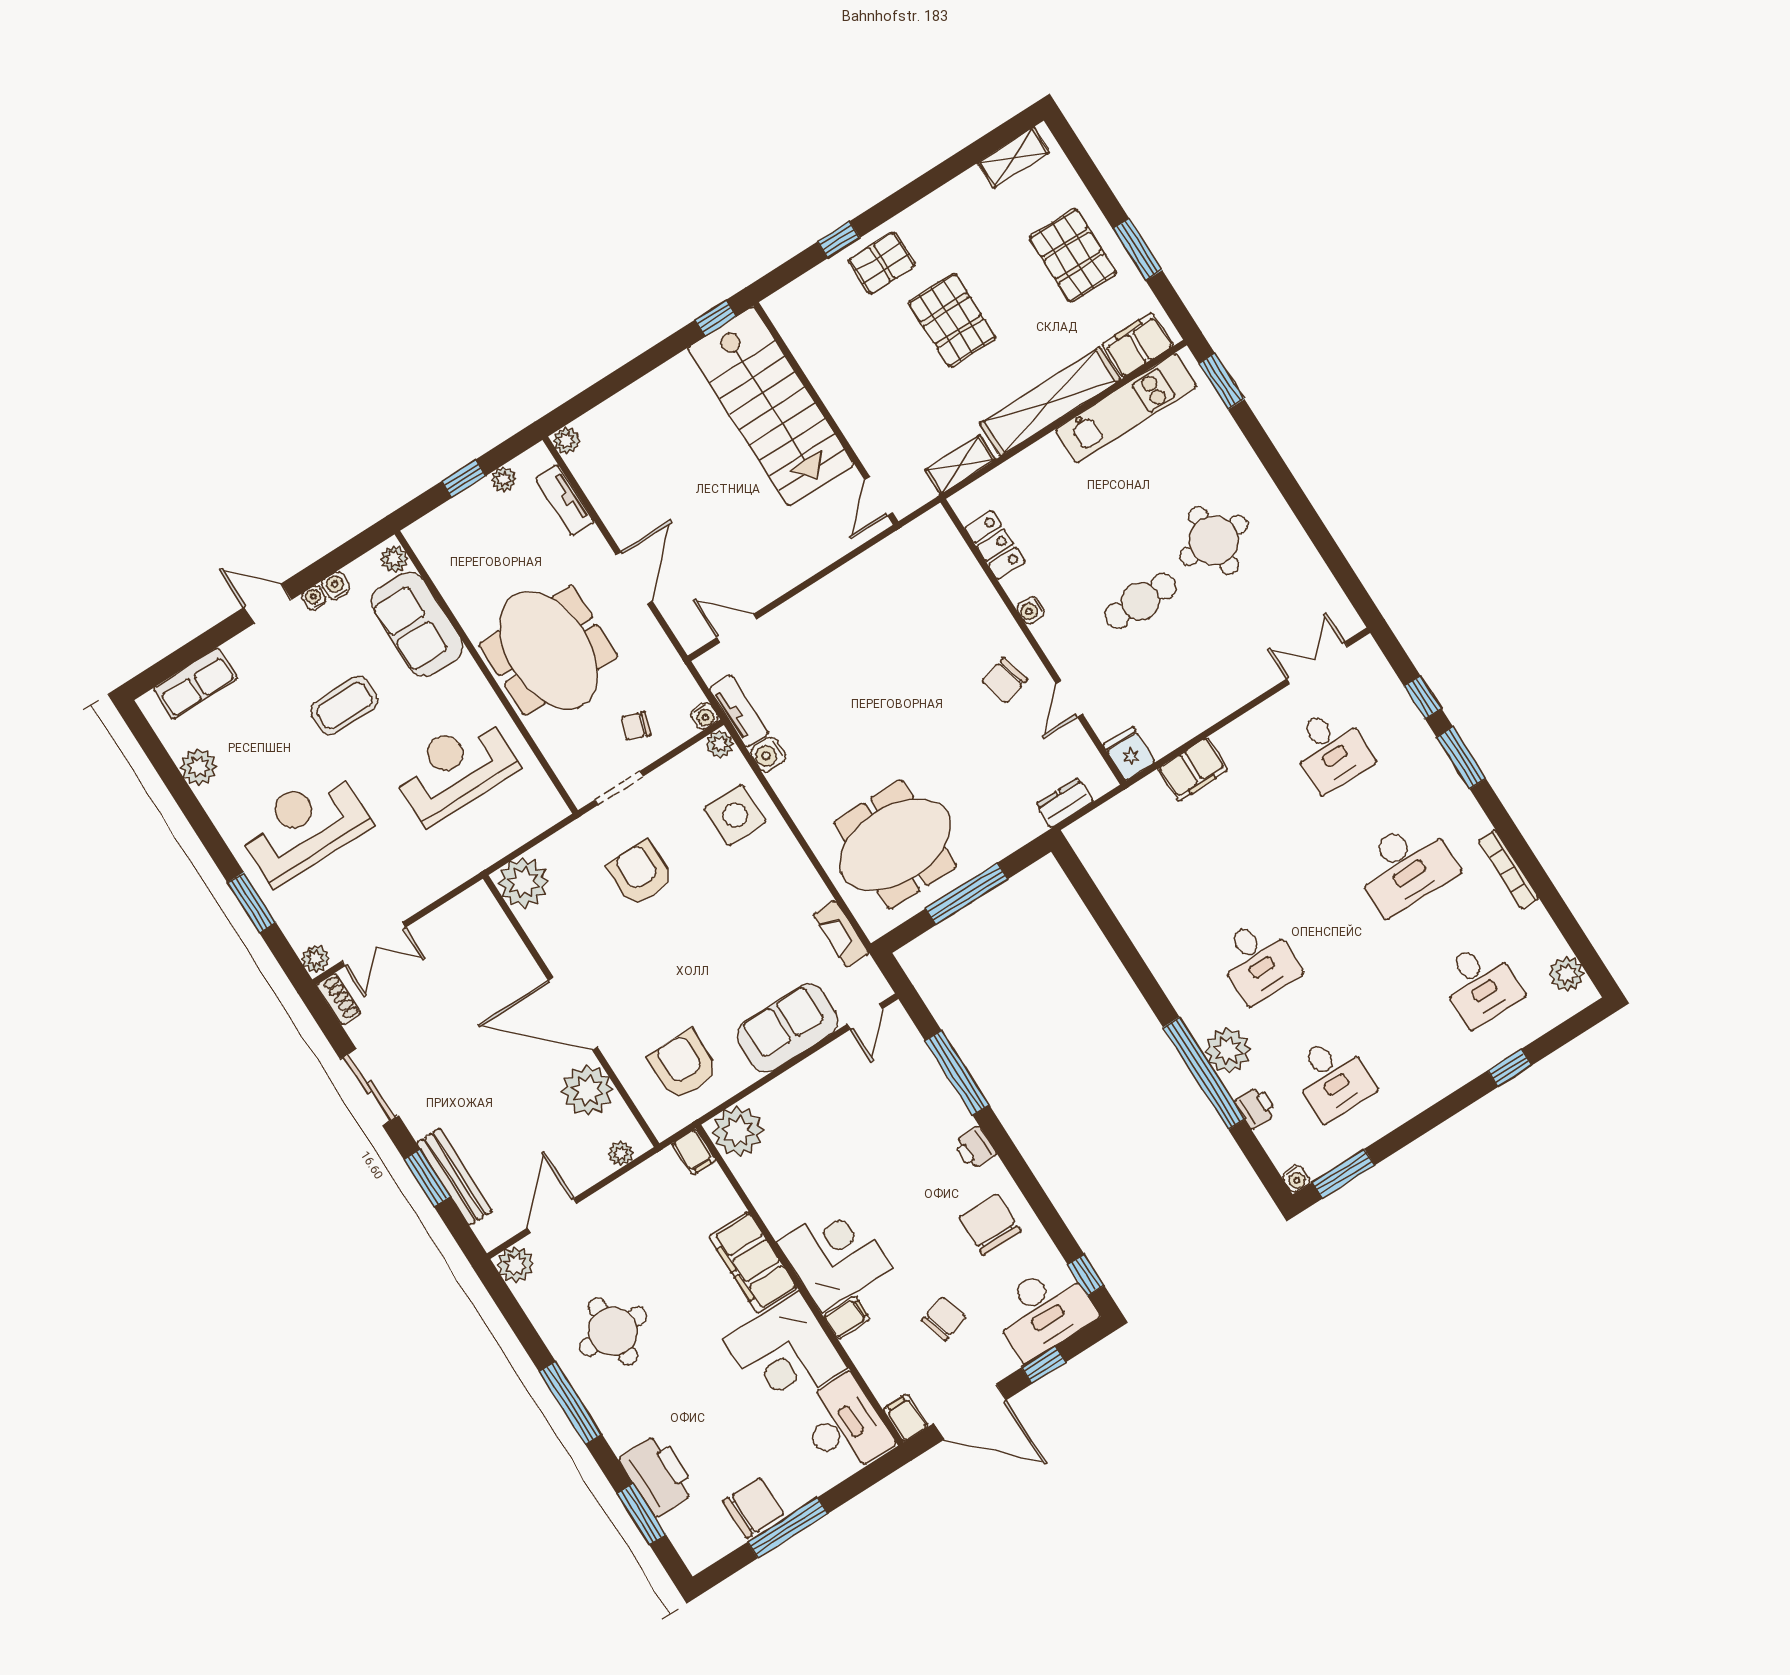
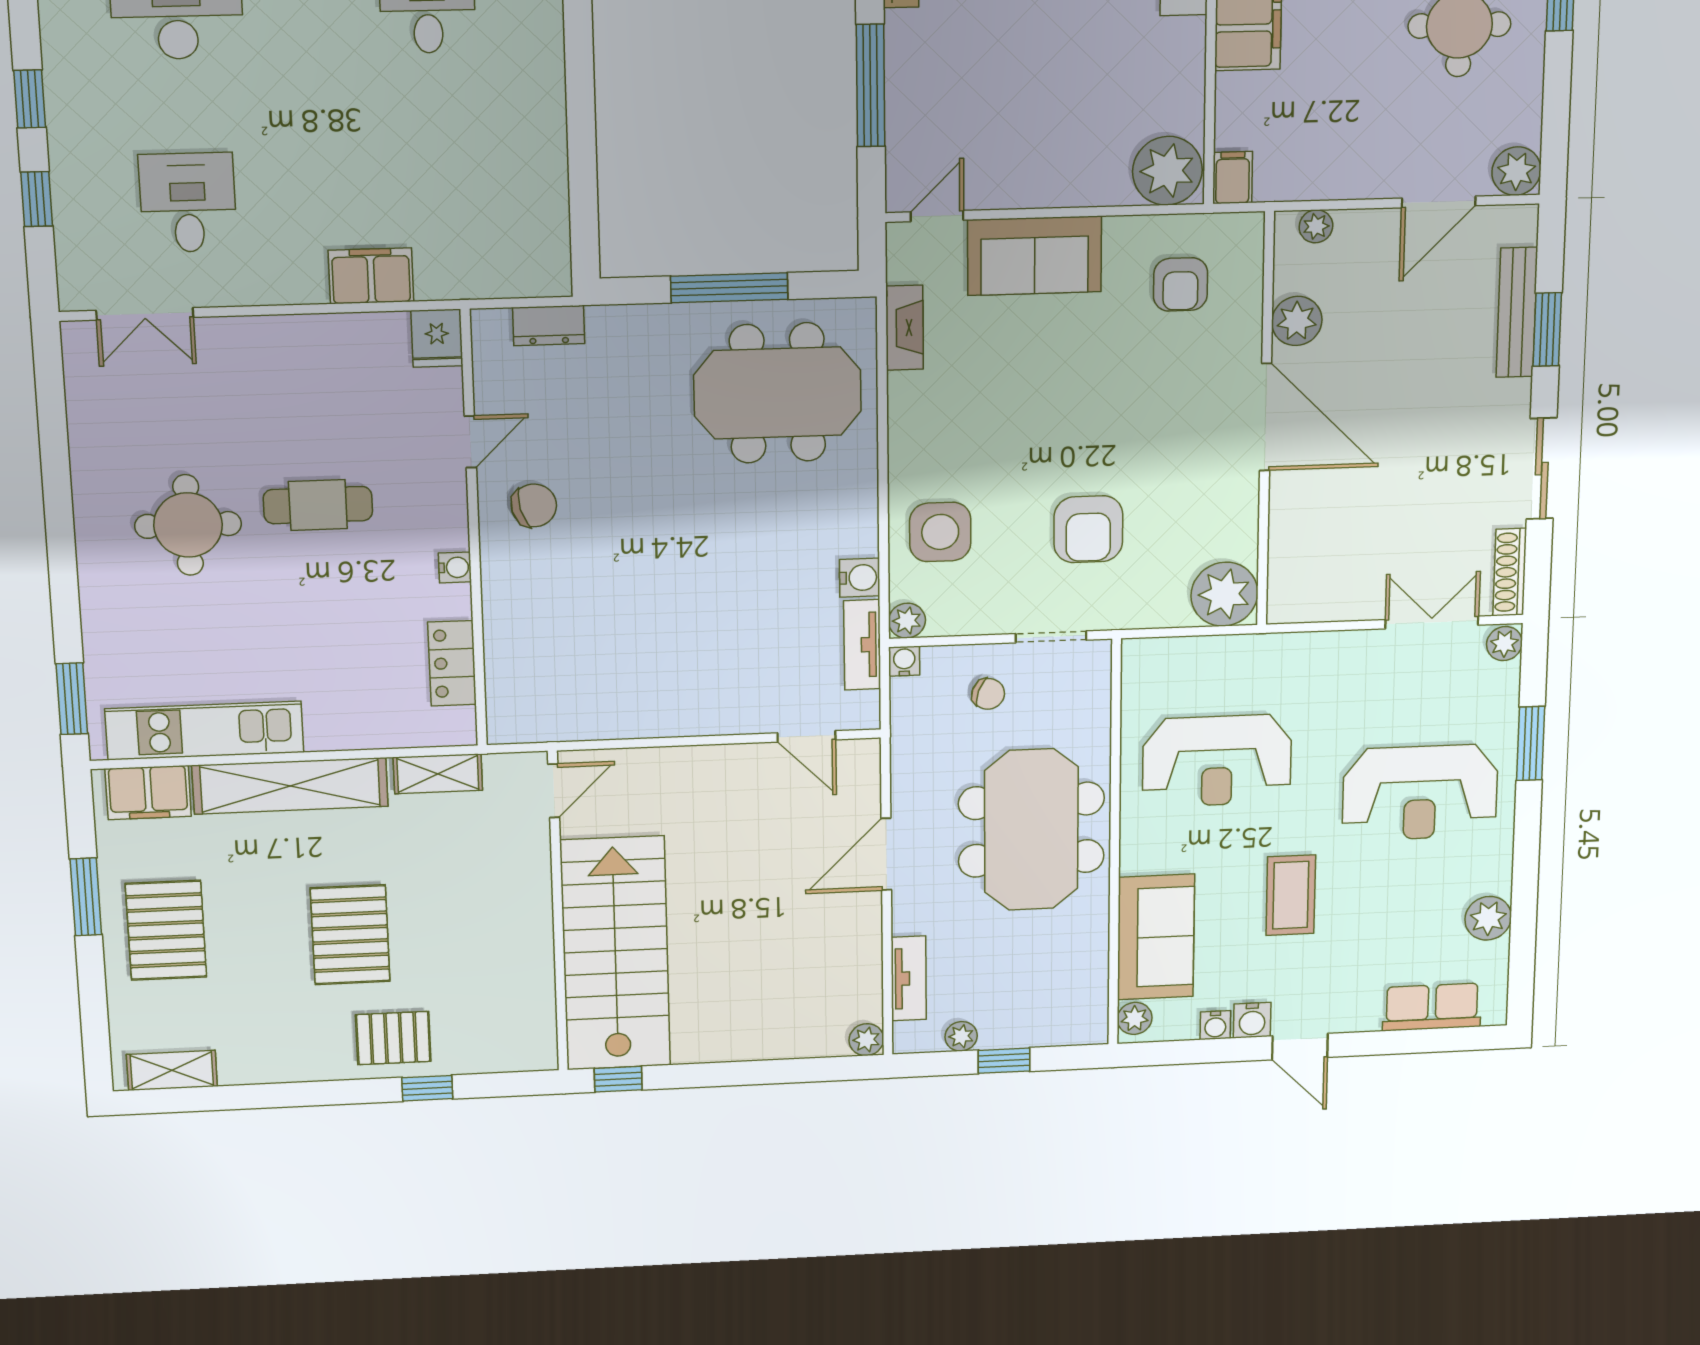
water cooler: (314, 598) -> (1252, 1020), width x1.38, depth x1.38
coffee table: (344, 706) -> (1291, 895), turned 90
window: (1461, 758) -> (30, 99), width x0.67
shoe rack: (339, 999) -> (1510, 572), width x1.43
armchair: (683, 1065) -> (1180, 284), width x0.72, depth x0.72
plant: (588, 1090) -> (1297, 321), width x0.73, depth x0.73

